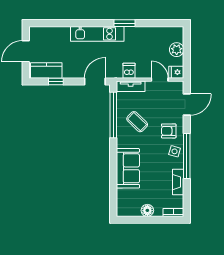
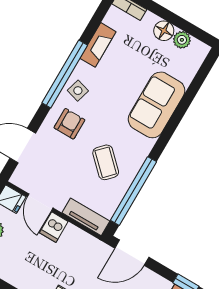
dishwasher: (129, 71) -> (54, 227), moved
armchair: (169, 131) -> (69, 124), turned -90
plant: (135, 211) -> (182, 40), added

